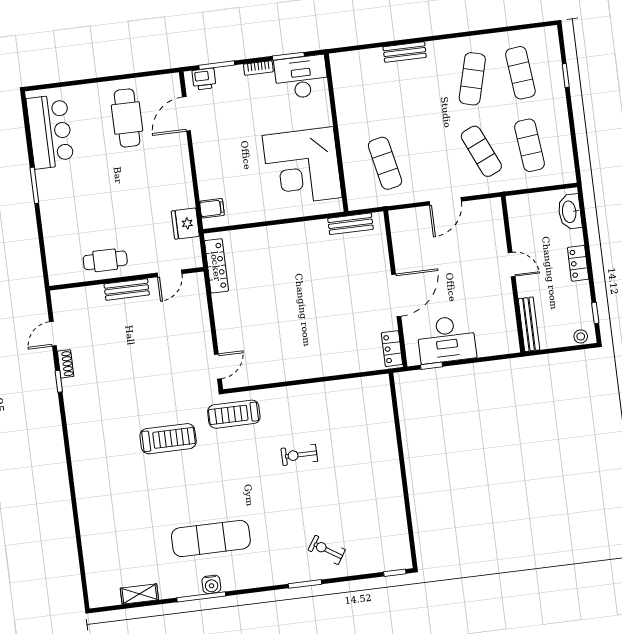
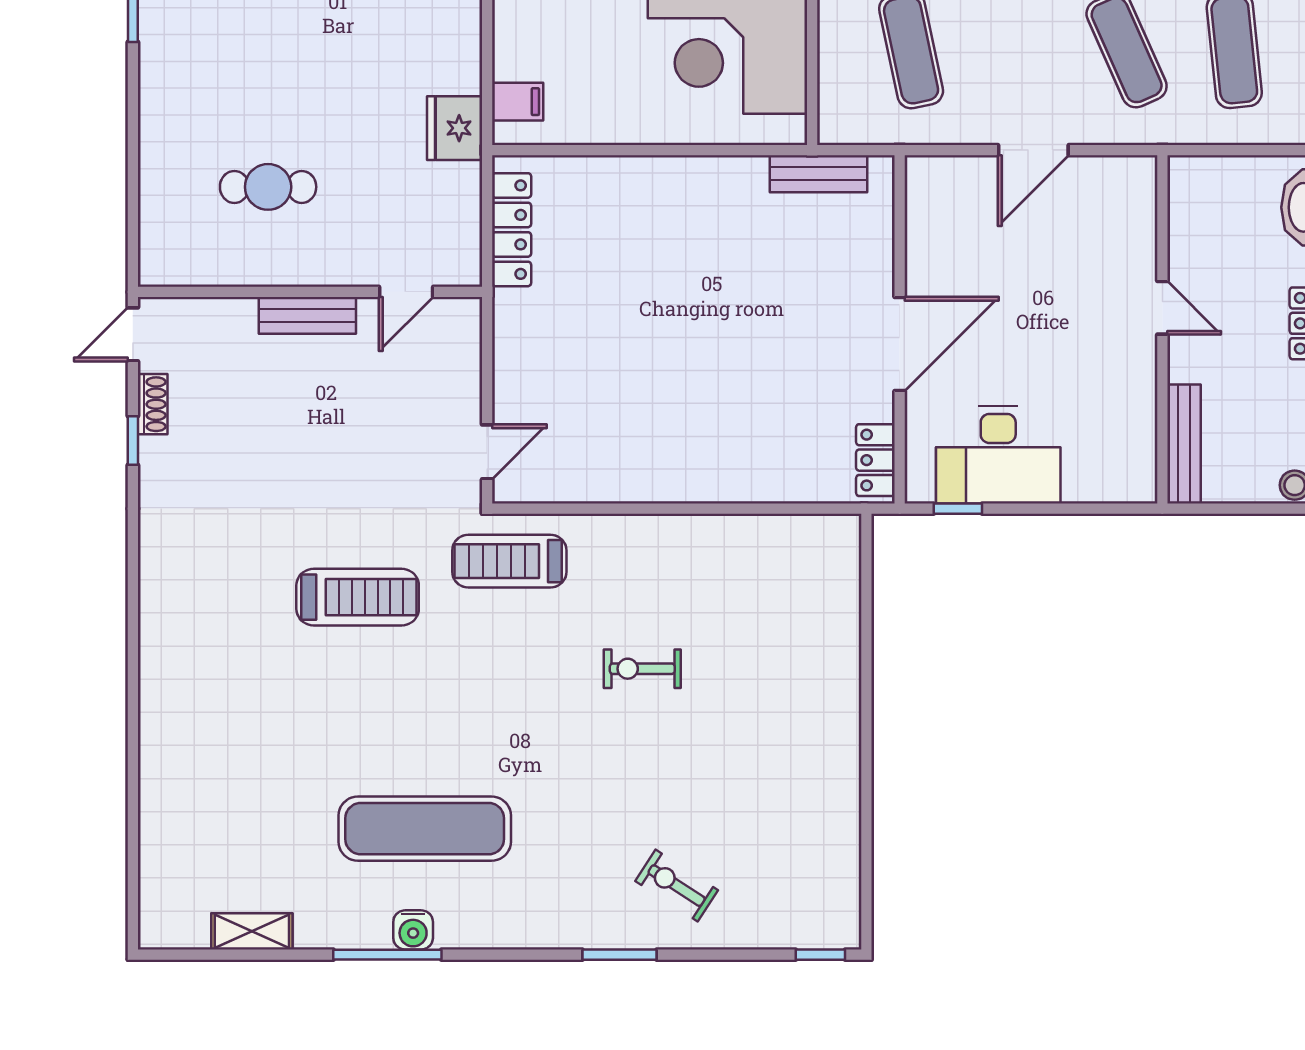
door: (169, 273) -> (406, 292), moved
wall: (127, 279) -> (310, 292), moved
bench: (127, 289) -> (307, 315), moved

